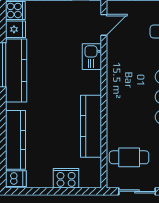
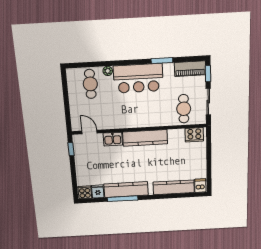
kitchen counter: (91, 126) -> (145, 138), moved
cooker: (66, 178) -> (194, 135), moved, turned -90

